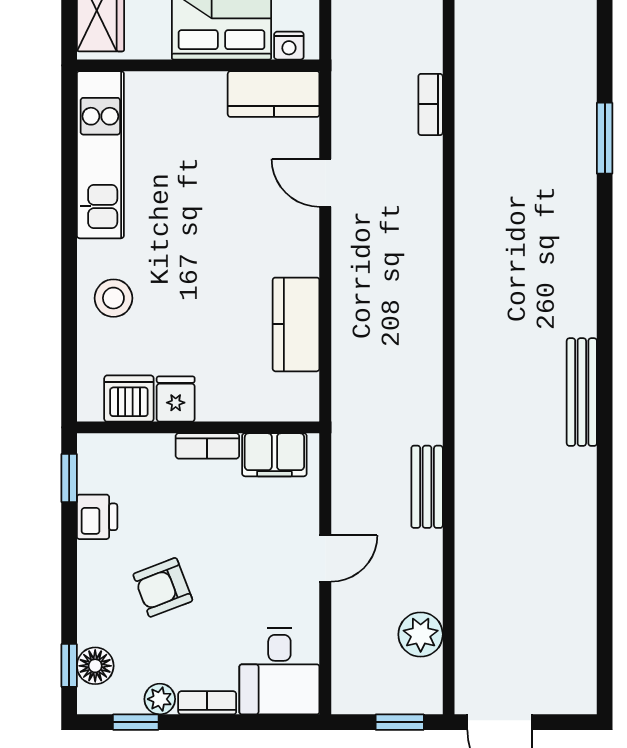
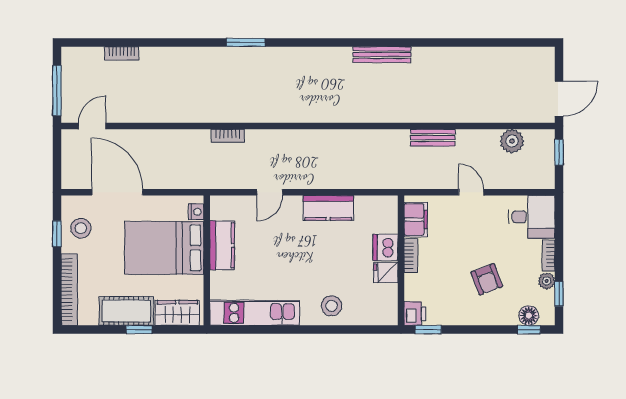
kitchen counter: (274, 94) -> (222, 245), moved
kitchen counter: (296, 324) -> (328, 208), moved
dishwasher: (129, 399) -> (385, 247), moved
printer: (97, 517) -> (415, 314), moved, turned 90

